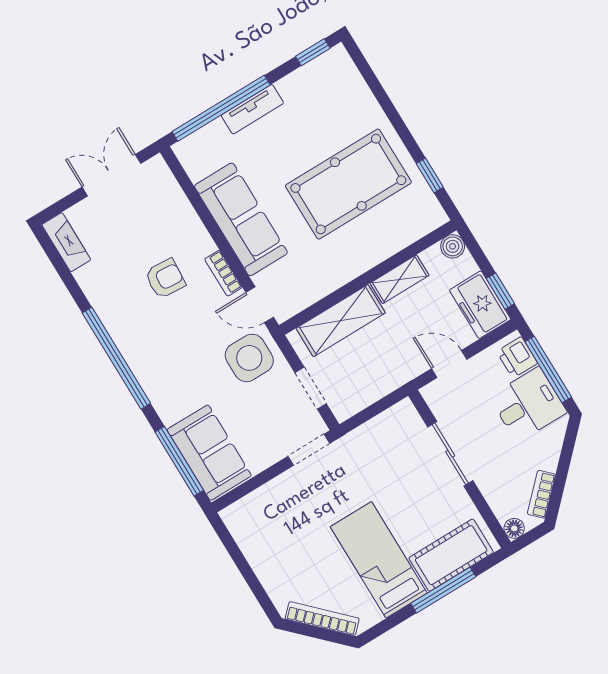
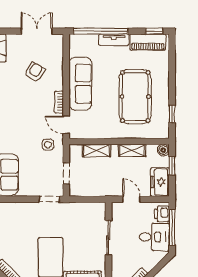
piano: (313, 78) -> (148, 42), added
pool table: (348, 184) -> (135, 97), turned 90
armchair: (165, 279) -> (35, 72), moved, turned -63
window: (500, 291) -> (172, 166), moved
shelving: (341, 321) -> (96, 150), width x0.67, depth x0.75
side table: (249, 358) -> (48, 145), width x0.54, depth x0.54

